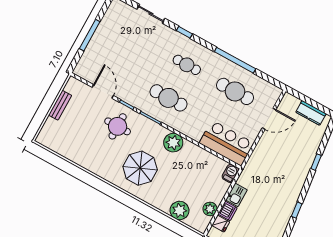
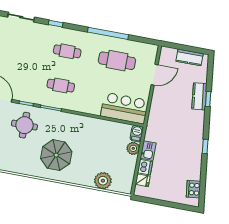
cafe table: (168, 98) -> (61, 86), width x0.73, depth x0.74
plant: (173, 143) -> (78, 123), removed
kitchen counter: (308, 156) -> (199, 96), added
plant: (210, 209) -> (133, 148), moved

